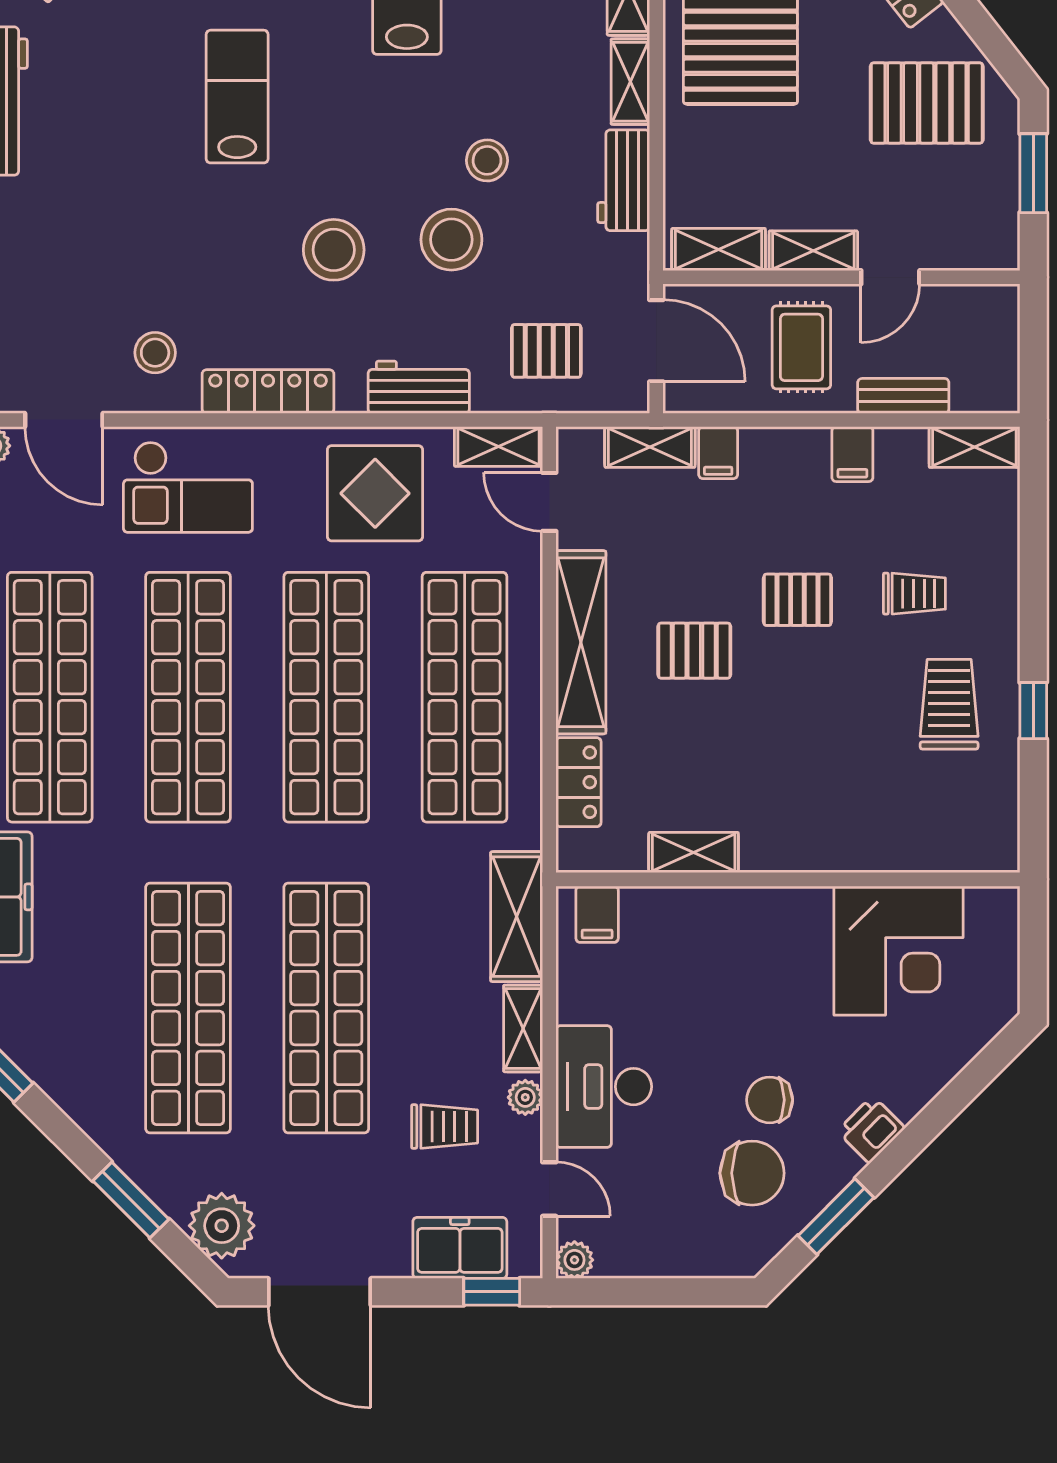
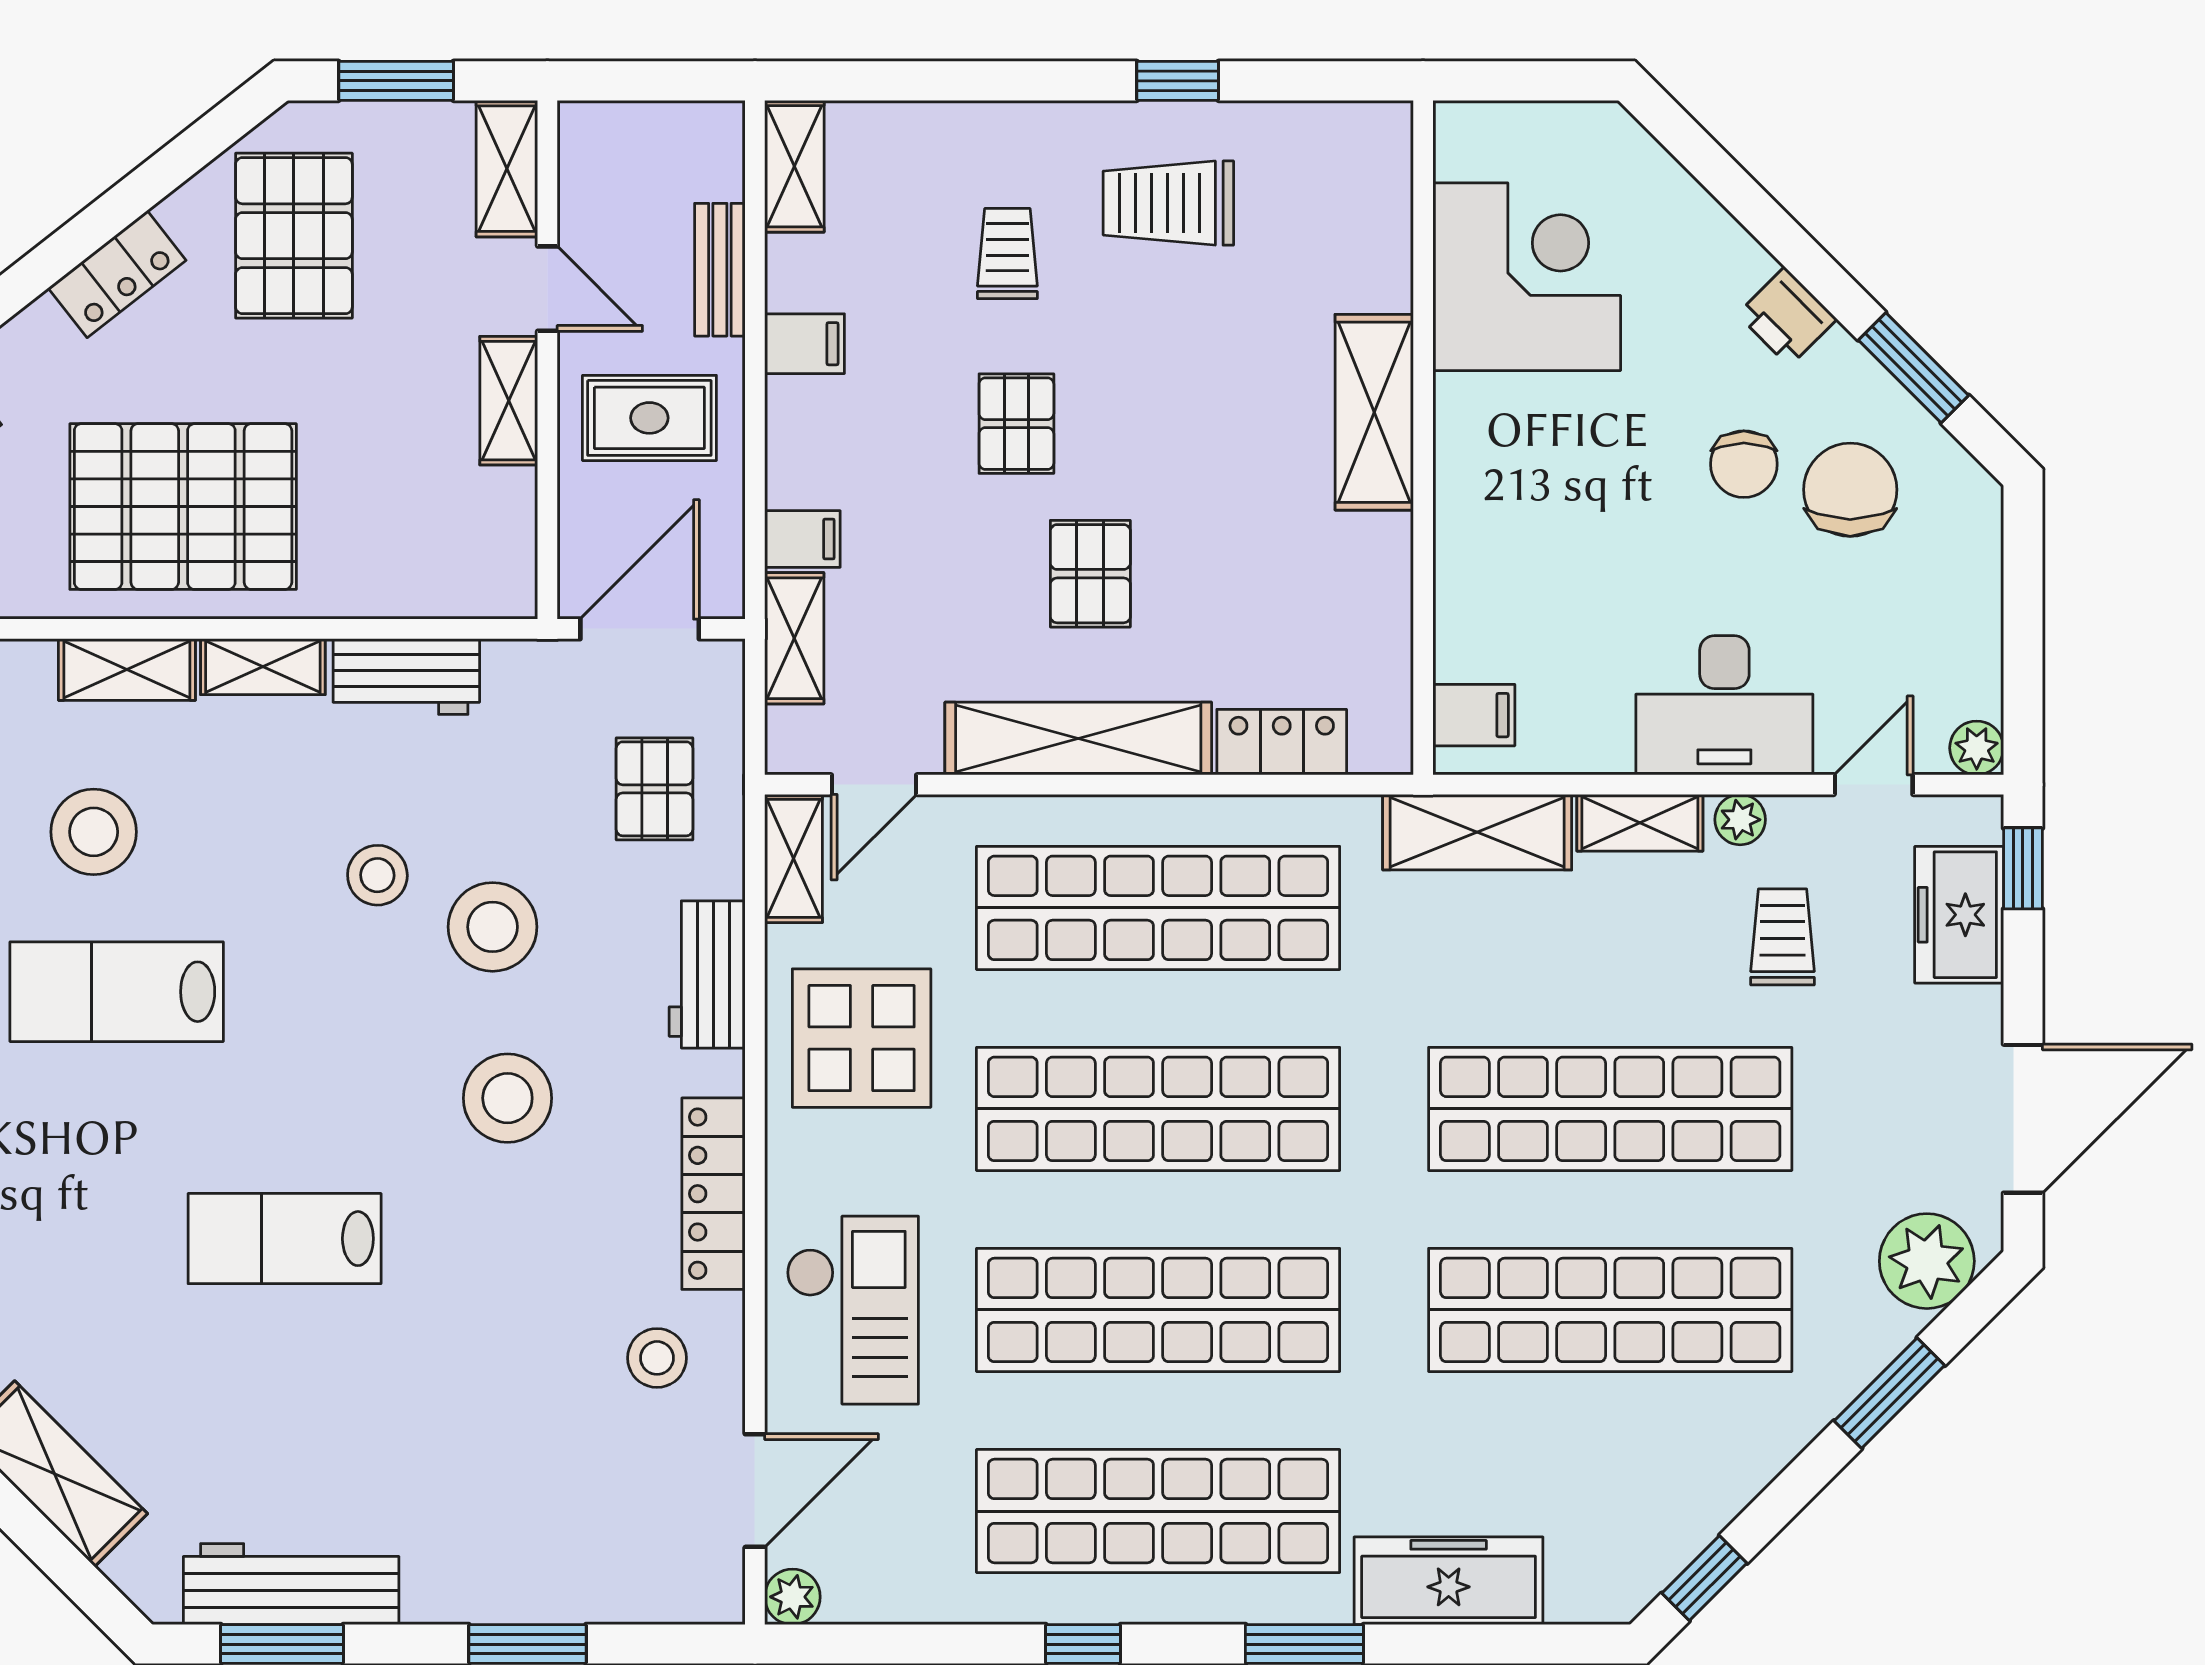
shelving: (719, 249) -> (507, 169), moved
shelving: (694, 852) -> (1374, 412), moved, width x1.50, depth x1.33

